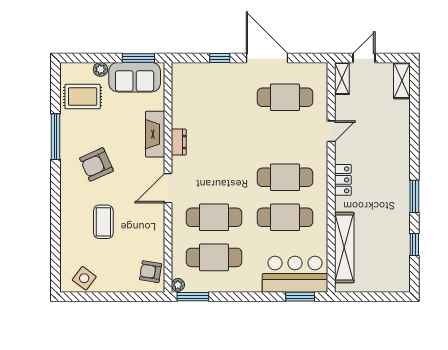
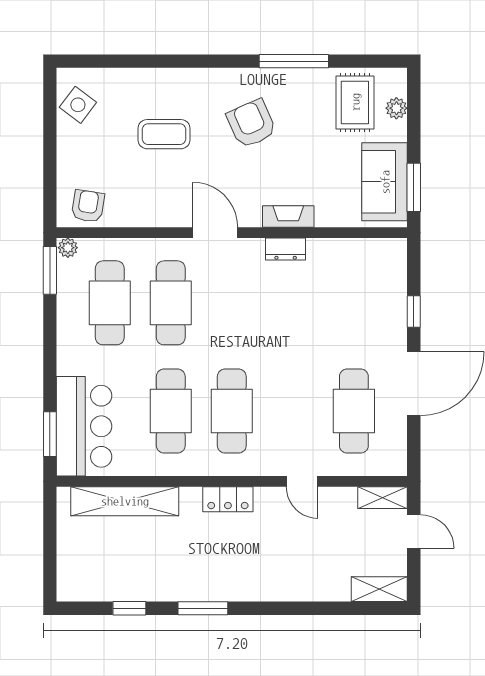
plant: (100, 69) -> (396, 108), moved
fireplace: (155, 134) -> (288, 216), width x0.73, depth x0.76

